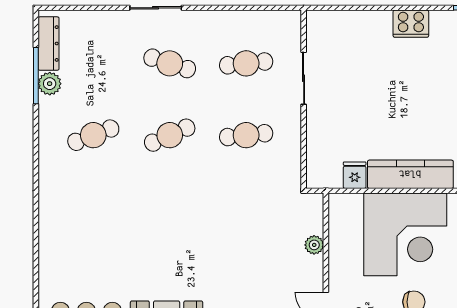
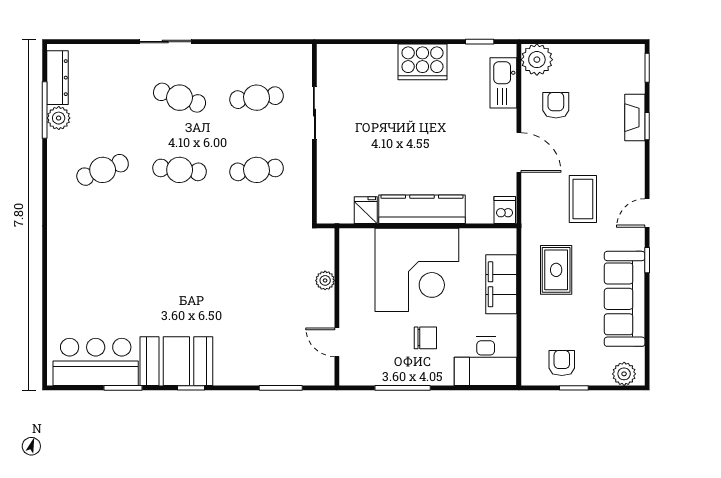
cooker: (411, 24) -> (422, 62), width x1.37, depth x1.31
cafe table: (170, 135) -> (180, 170), turned 30

